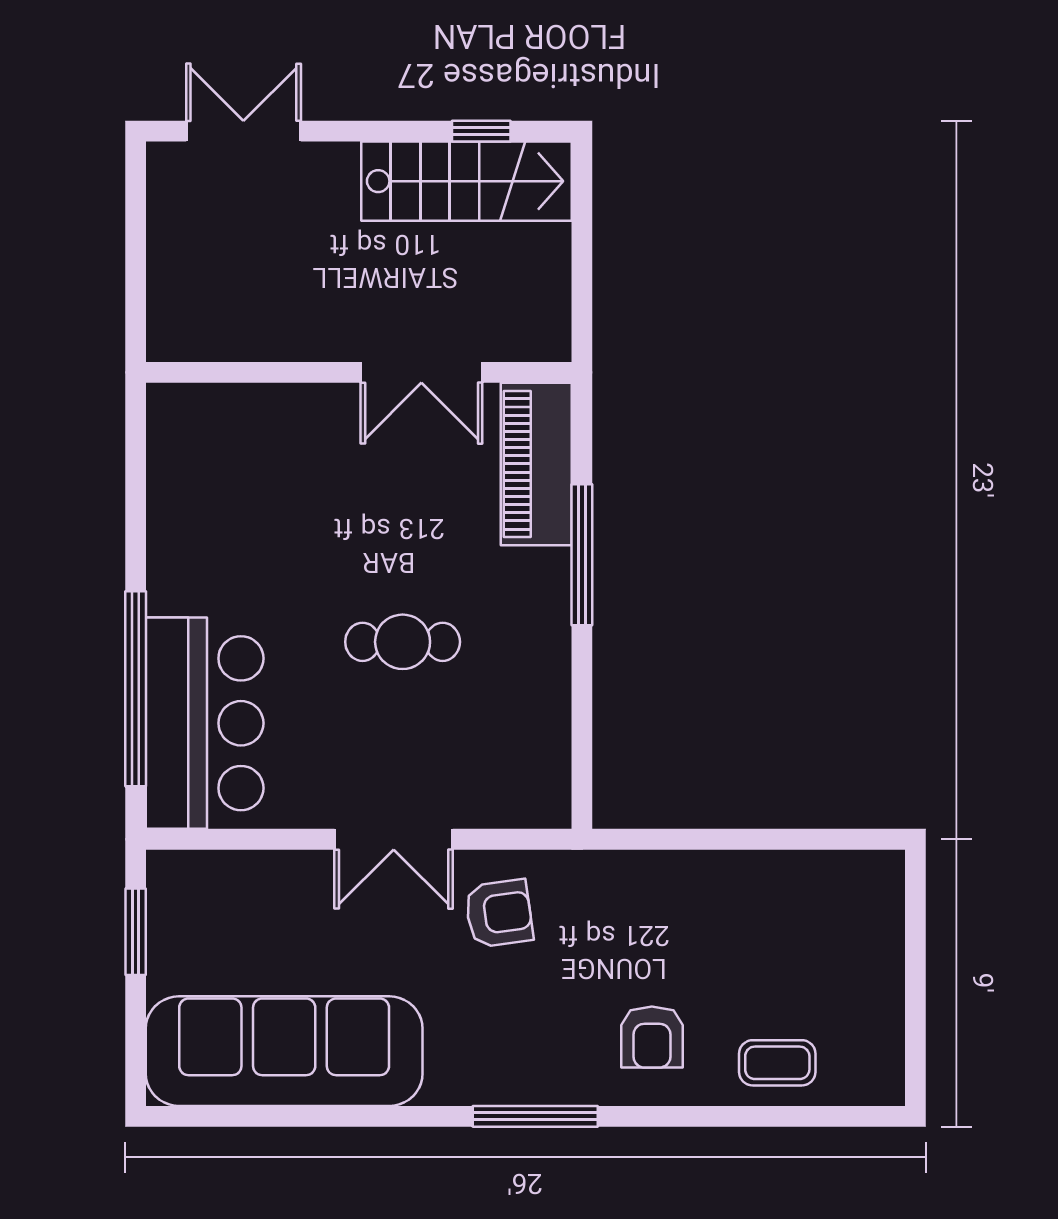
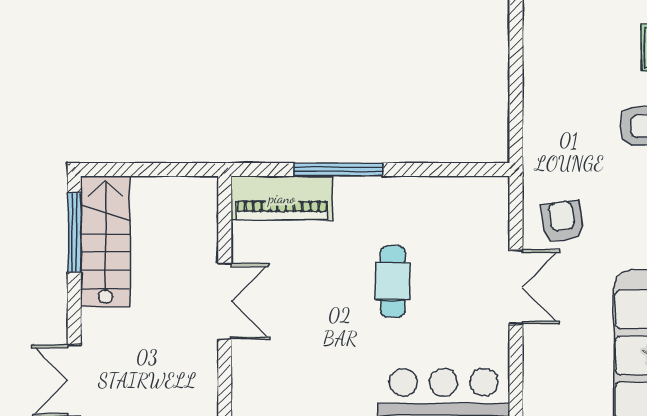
window: (481, 131) -> (74, 232), width x2.17
double door: (421, 372) -> (225, 301), moved

